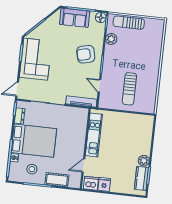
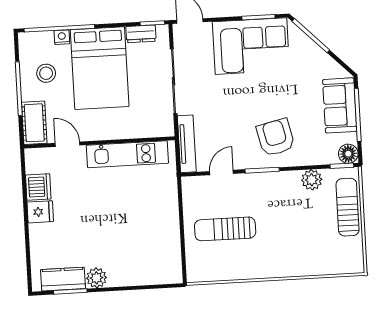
kitchen unit: (94, 135) -> (127, 154), moved
wall: (85, 149) -> (99, 142), moved
door: (83, 166) -> (68, 144), moved

